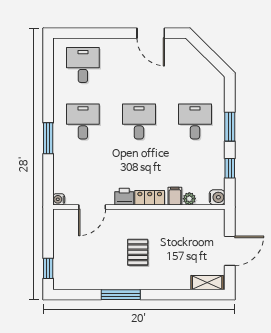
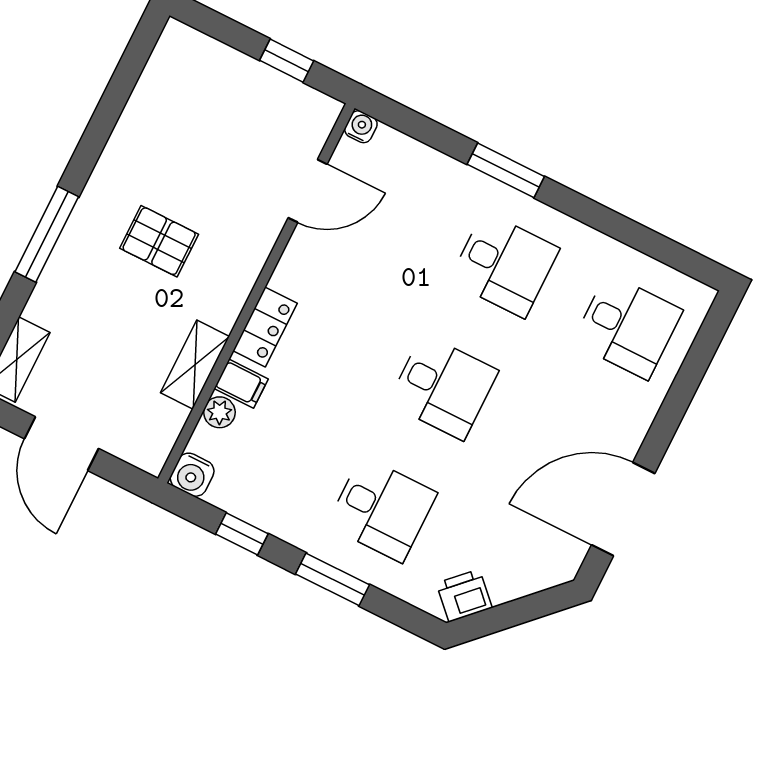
door: (151, 33) -> (623, 509), width x1.36
printer: (124, 197) -> (464, 596), moved, turned -135
door: (92, 207) -> (308, 191), swing flipped
shelving: (176, 216) -> (195, 365), added
window: (48, 268) -> (287, 61), moved
window: (121, 295) -> (47, 234), moved

